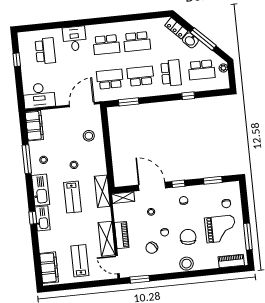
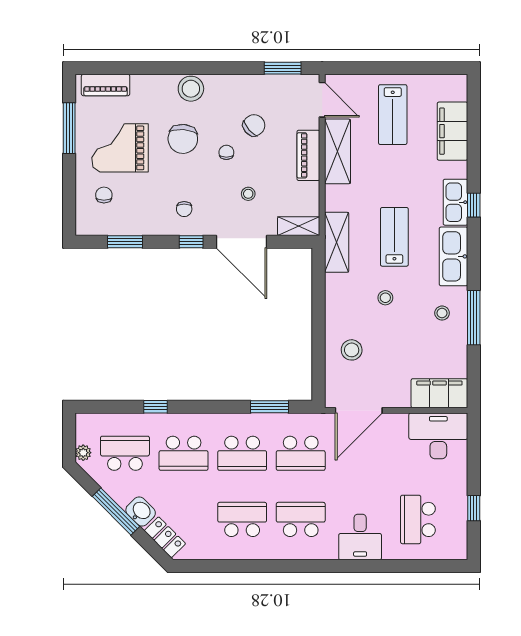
school desk: (171, 73) -> (184, 453), turned -90
filing cabinet: (34, 126) -> (439, 393), moved, turned 90
filing cabinet: (49, 268) -> (453, 131), moved

